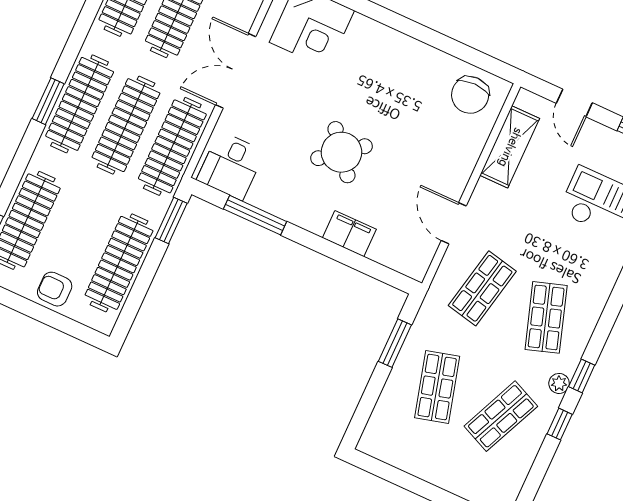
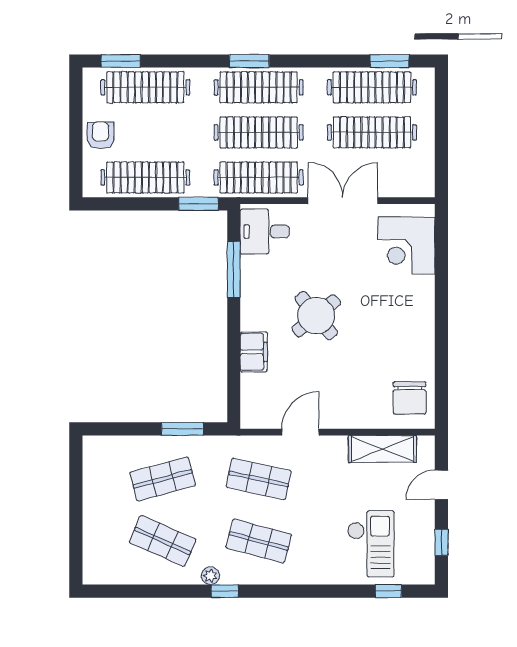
chair: (470, 95) -> (410, 398), turned -90
shop shelf: (546, 317) -> (259, 541), turned 33
window: (560, 424) -> (178, 591), removed

